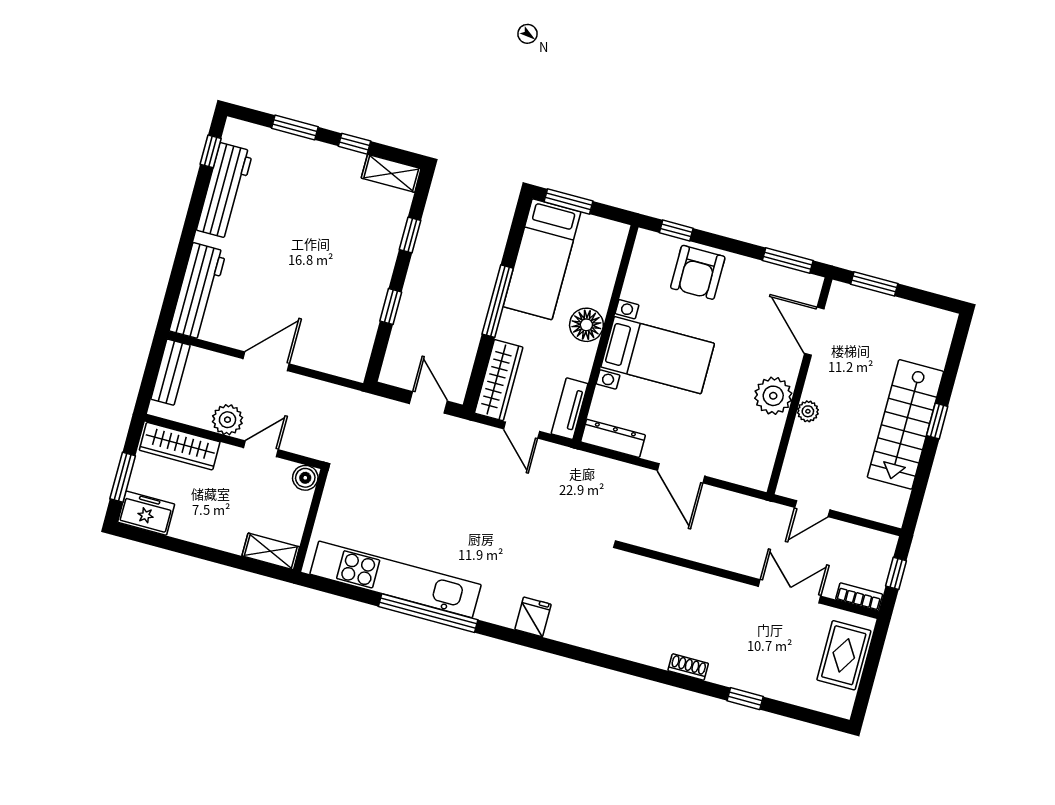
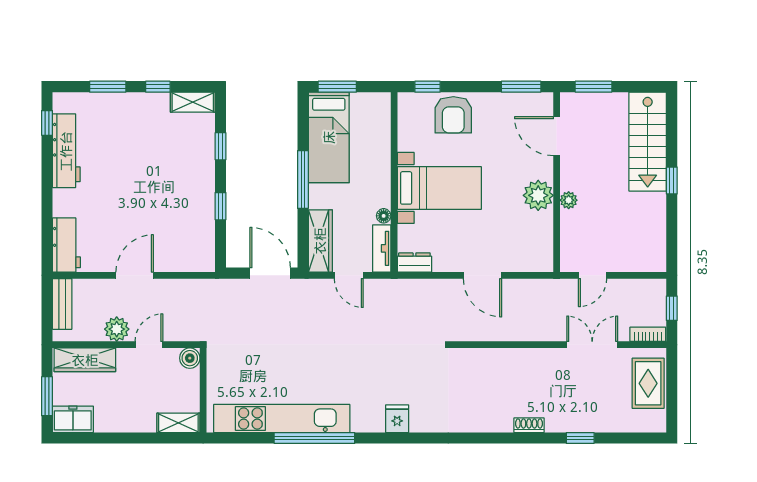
workbench: (198, 291) -> (66, 245), width x0.73
floor lamp: (586, 325) -> (384, 216), moved, width x0.53, depth x0.53
door: (428, 402) -> (270, 273), width x1.38
stairs: (905, 424) -> (648, 142), moved
dresser: (613, 438) -> (414, 262), width x0.70

